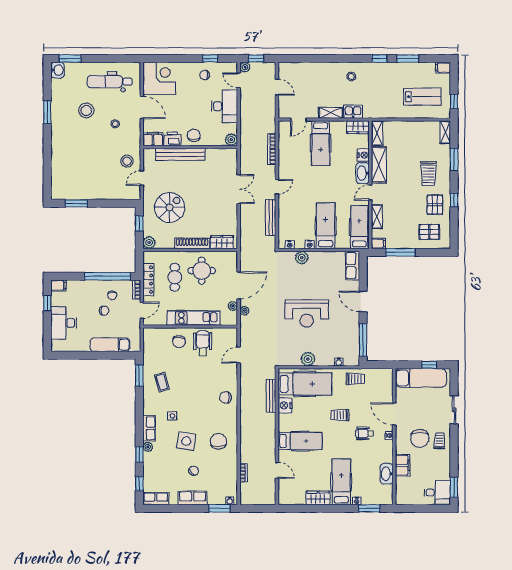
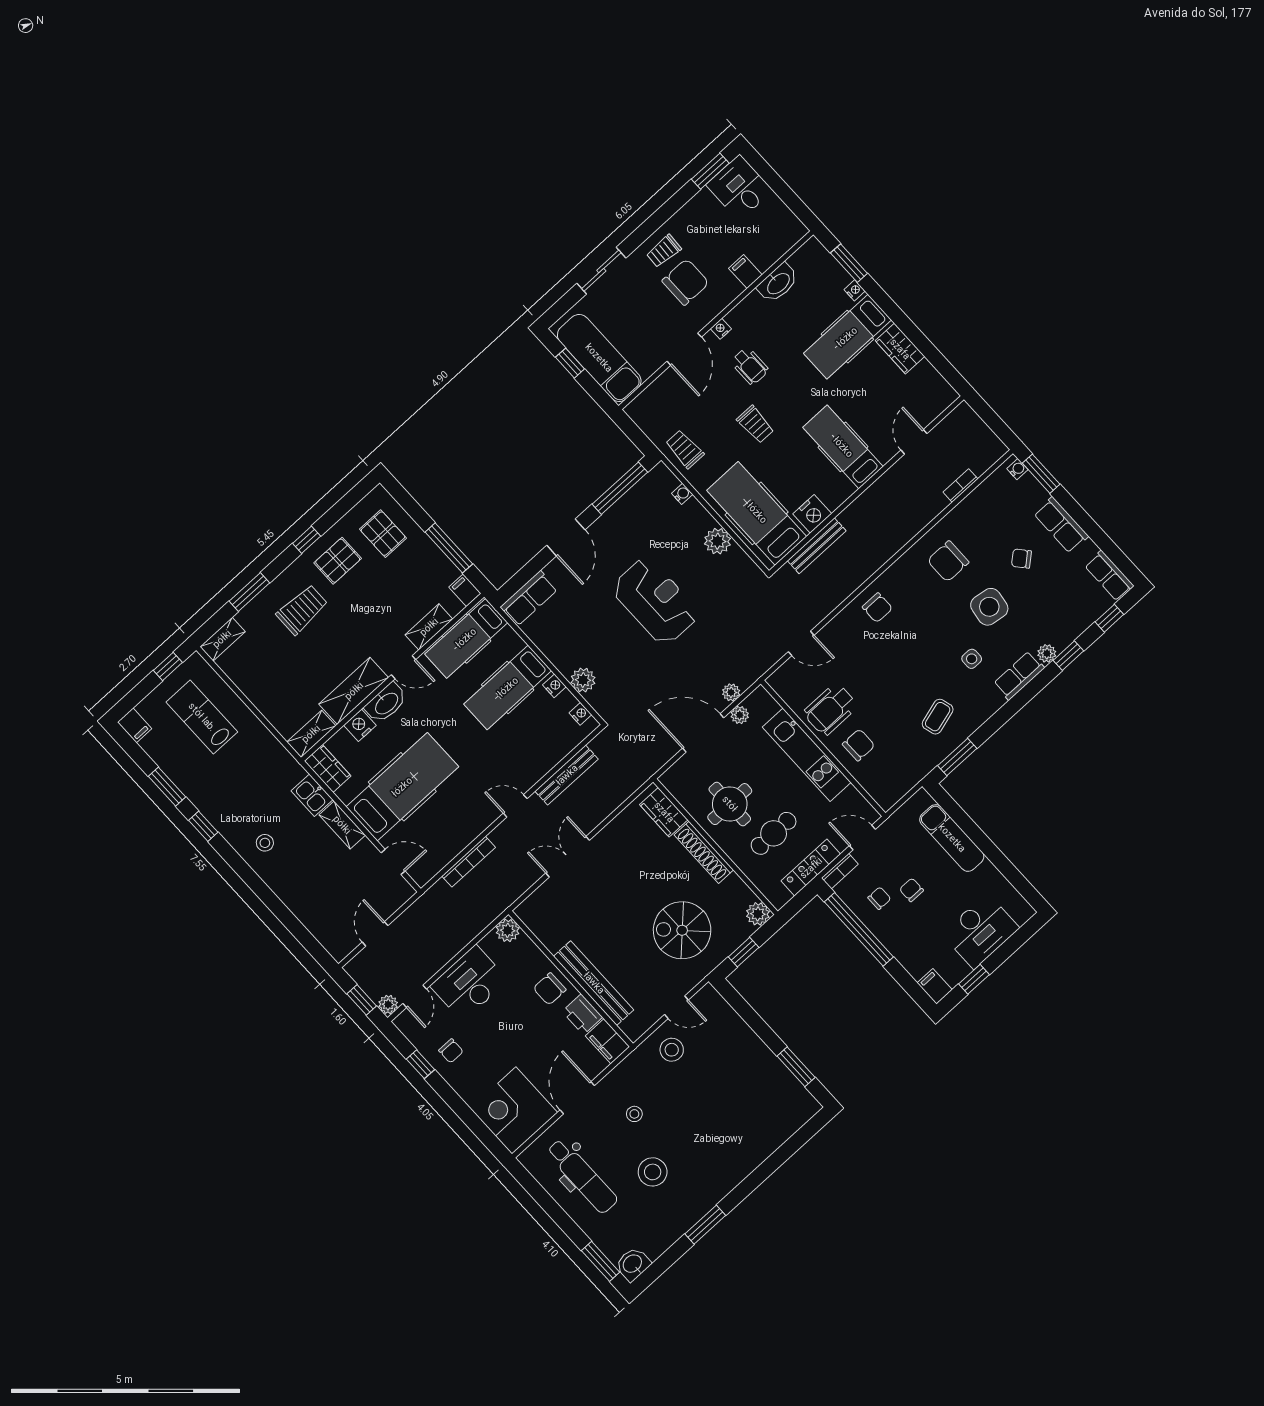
hospital bed: (321, 143) -> (402, 787), width x1.37, depth x1.29
filing cabinet: (403, 465) -> (745, 272), width x0.50

